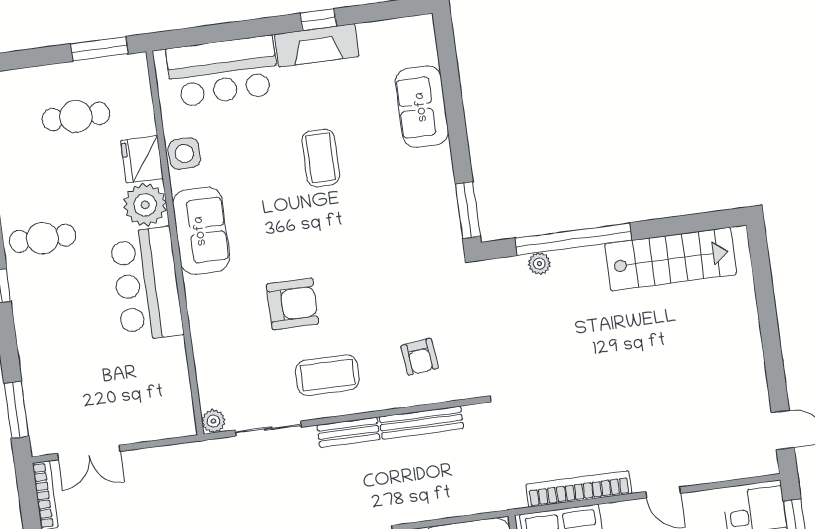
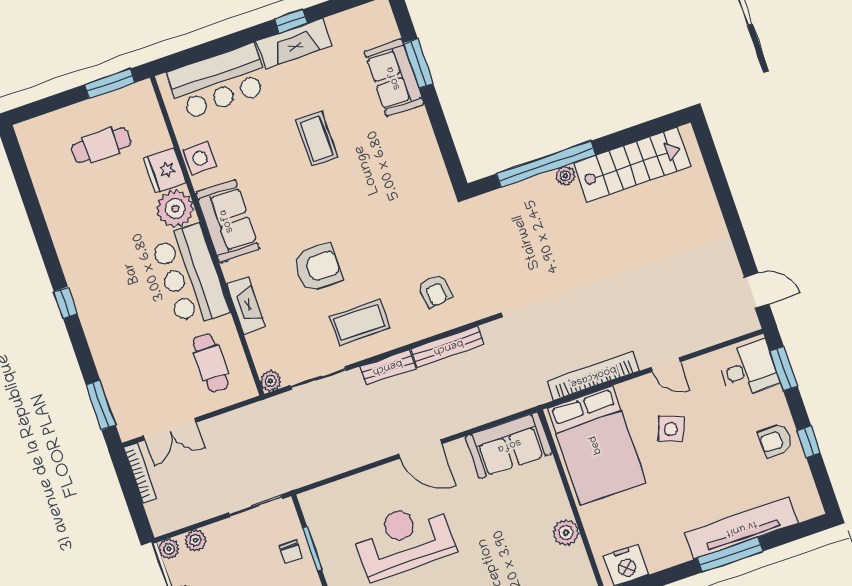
window: (468, 210) -> (418, 63), moved
cafe table: (42, 238) -> (211, 363), moved, turned 90
plant: (539, 264) -> (565, 176), moved
fireplace: (203, 330) -> (246, 306), added

